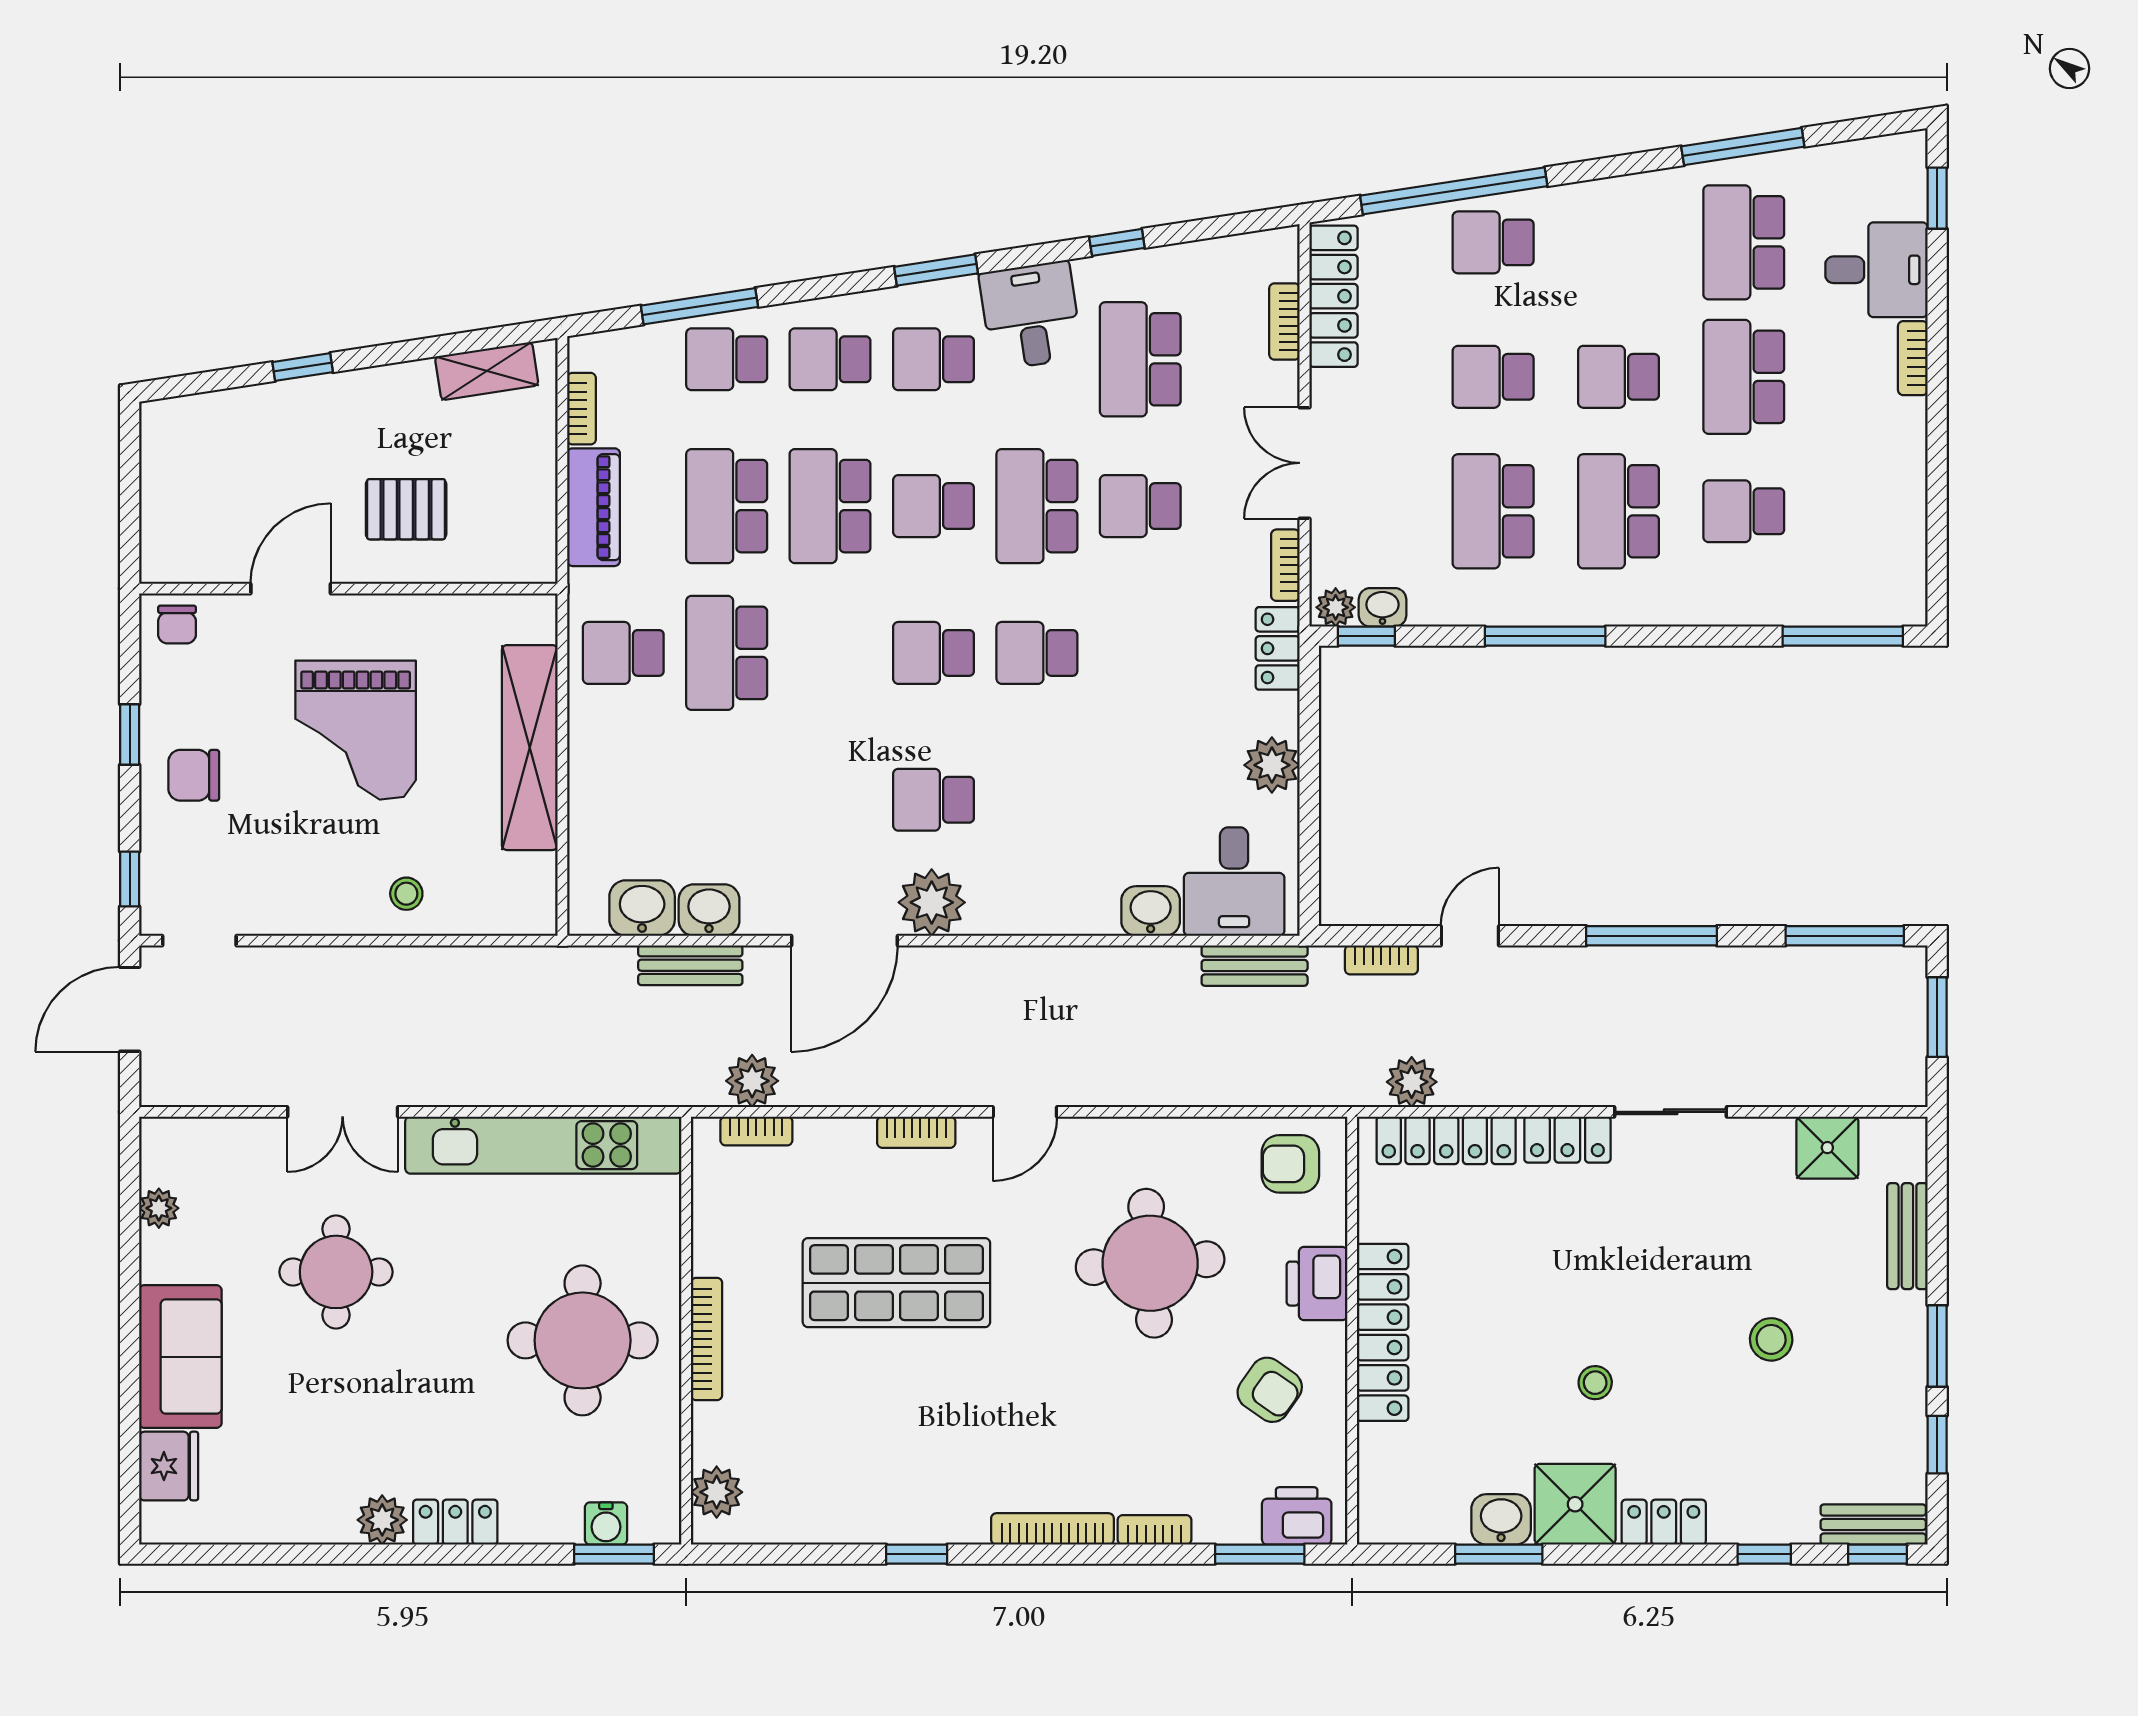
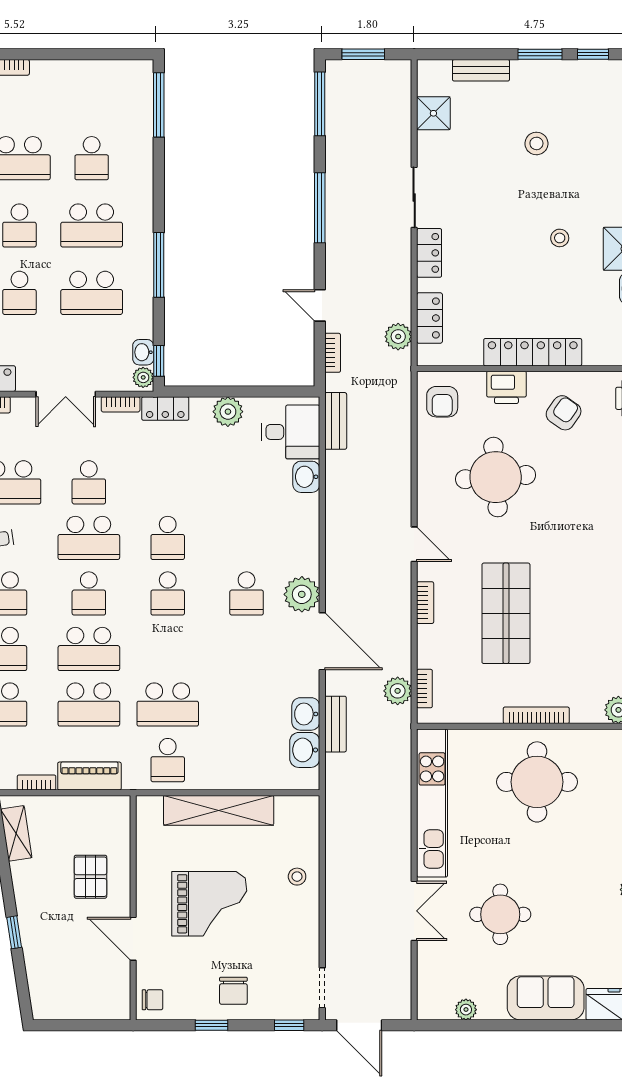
locker: (1446, 1140) -> (430, 318), width x0.66

